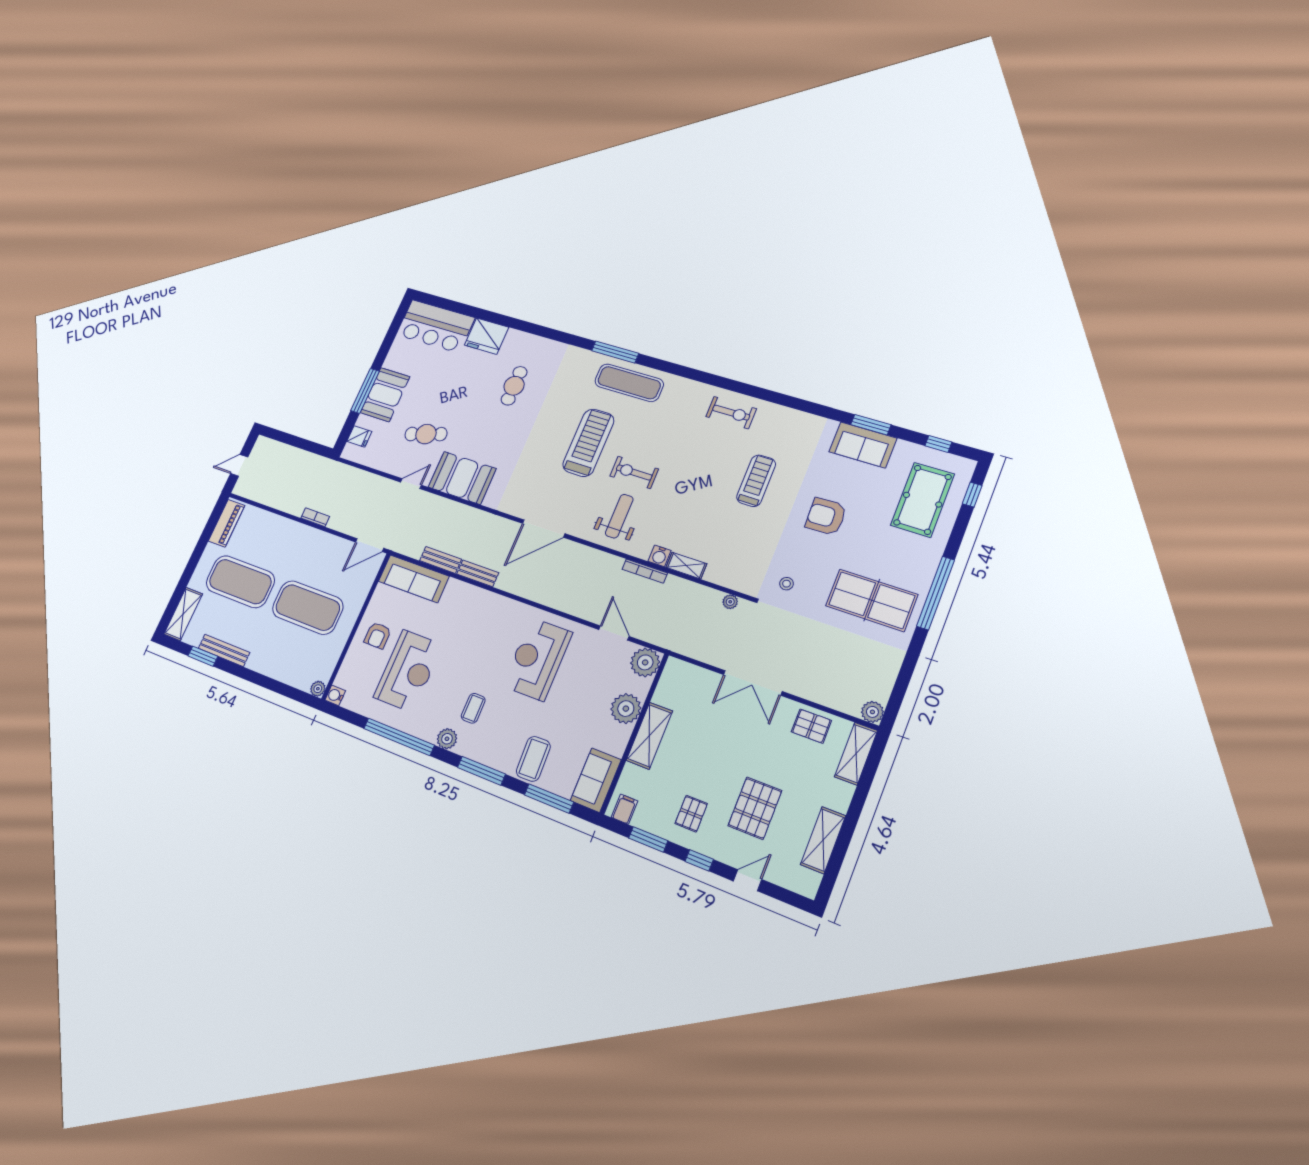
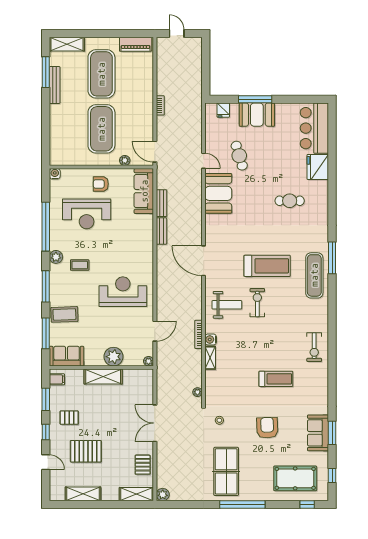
window: (203, 656) -> (46, 72), width x1.44
plant: (645, 662) -> (149, 361), width x0.53, depth x0.53
plant: (318, 689) -> (125, 160), moved

